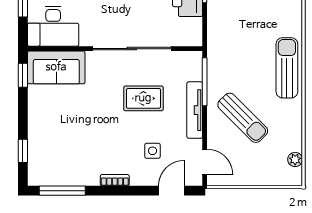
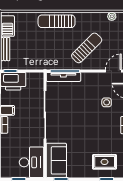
rug: (143, 98) -> (105, 162), moved, turned 90
tv unit: (195, 110) -> (63, 77), moved

